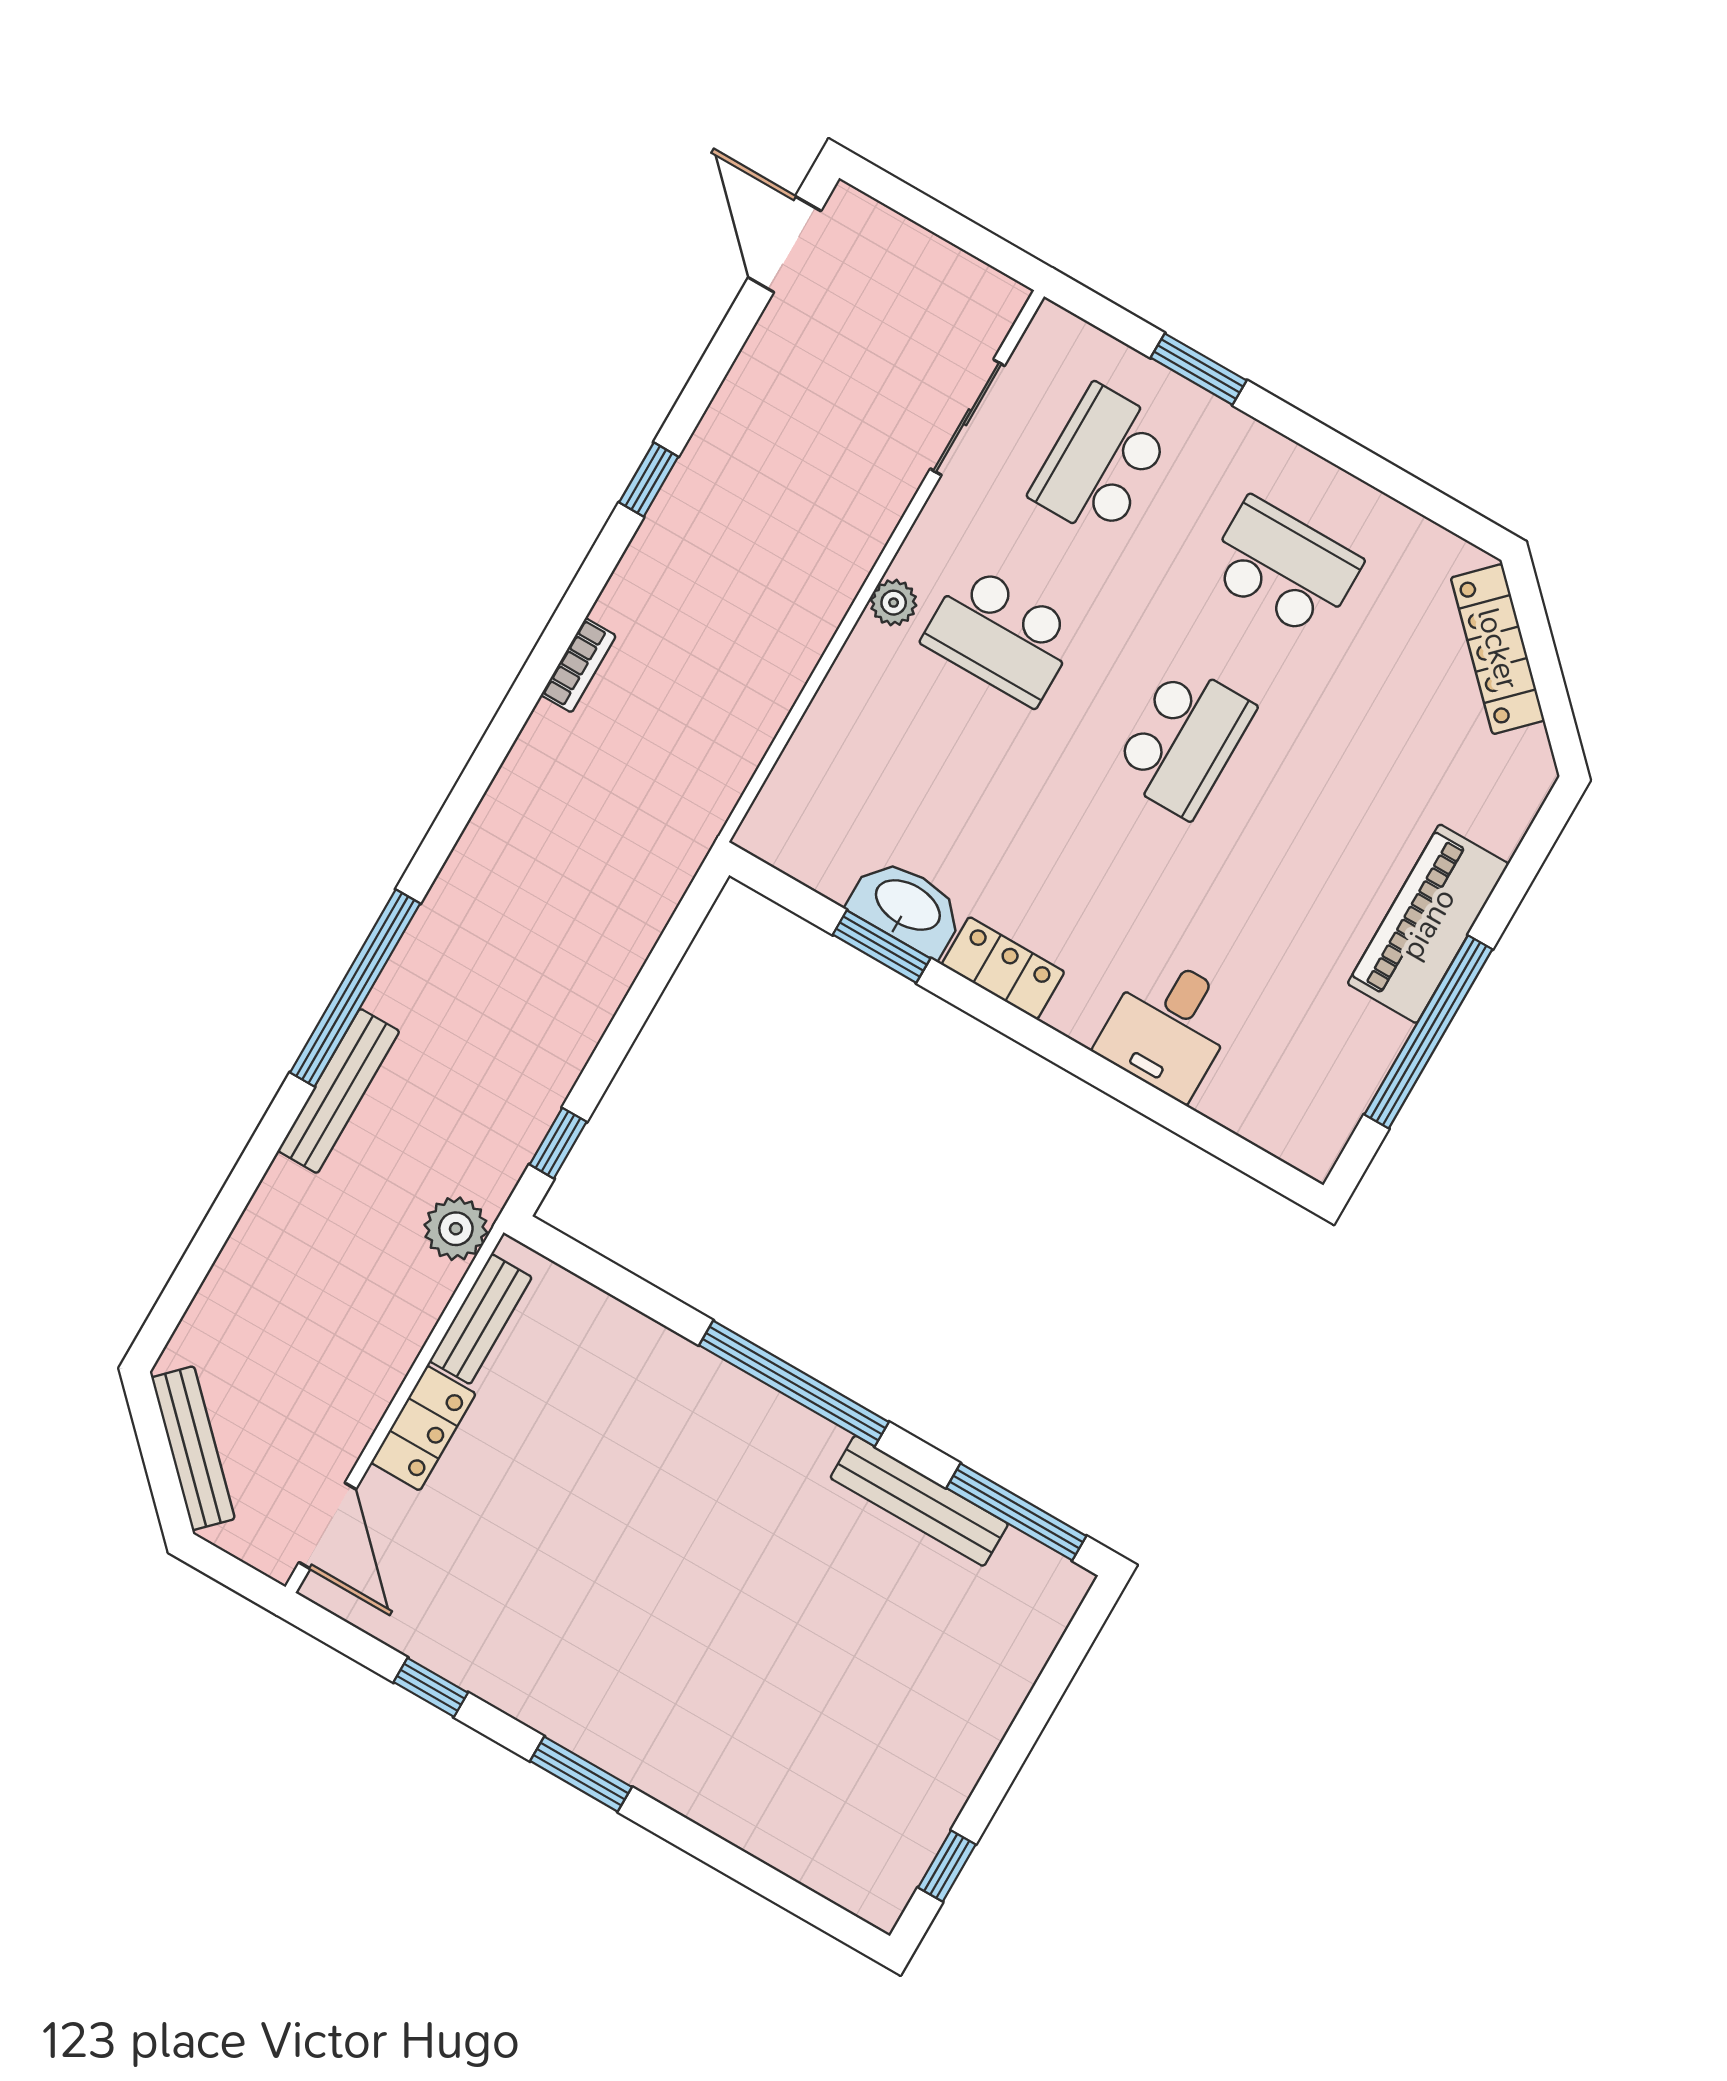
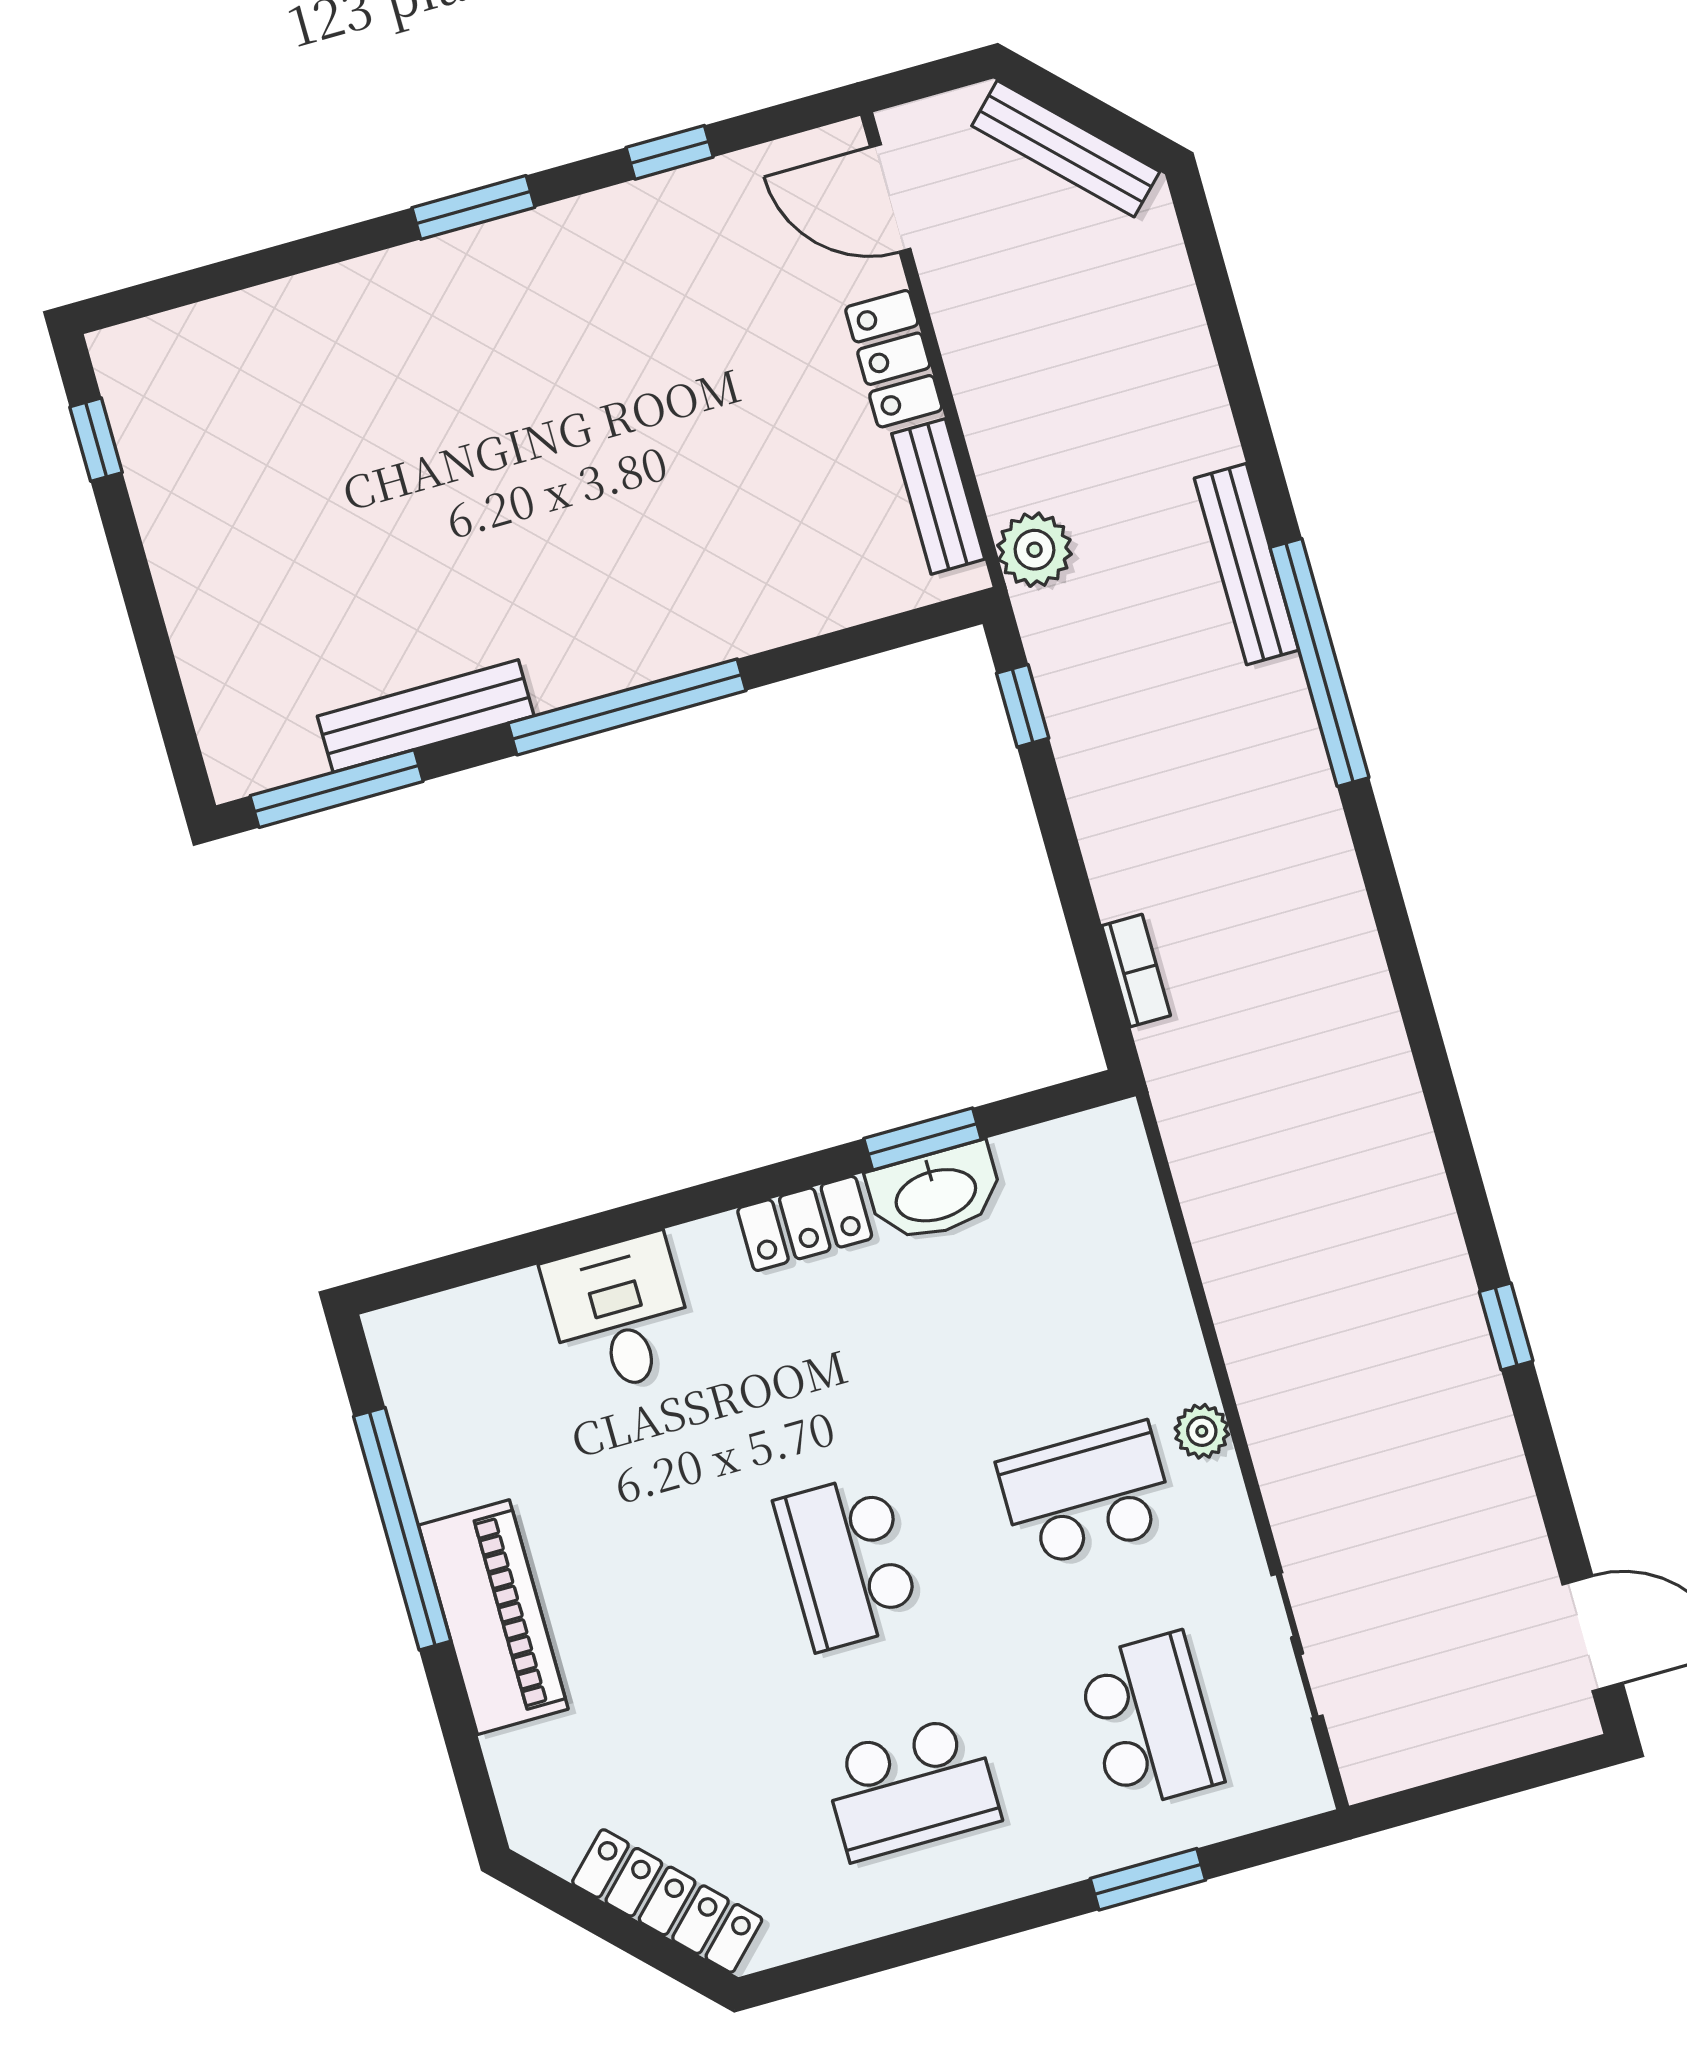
bookcase: (578, 665) -> (1136, 971), moved, turned 180

